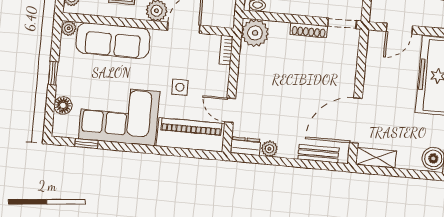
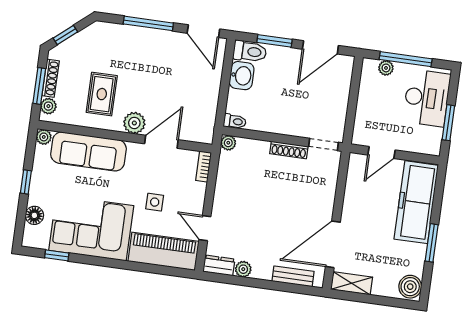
plant: (255, 33) -> (228, 143), width x0.53, depth x0.53

